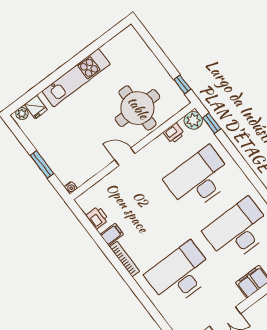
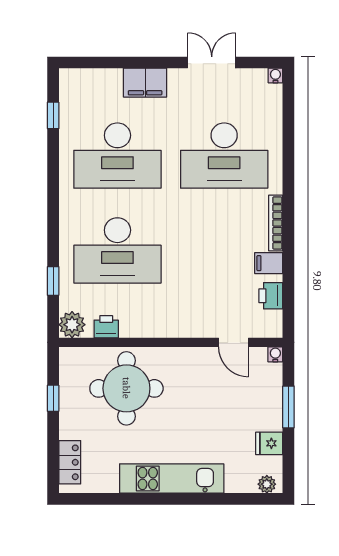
locker: (138, 45) -> (70, 462), added
window: (182, 84) -> (53, 398), moved
fridge: (36, 107) -> (269, 443), moved, turned -90
window: (212, 123) -> (53, 281), moved
door: (125, 157) -> (233, 342), moved

